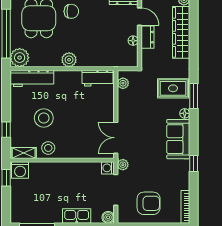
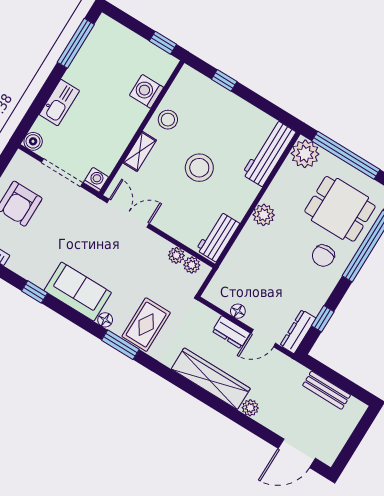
stool: (44, 118) -> (199, 168), moved
shelving: (24, 153) -> (140, 151), moved
plant: (123, 165) -> (176, 255), moved
washing machine: (20, 170) -> (147, 91), moved

